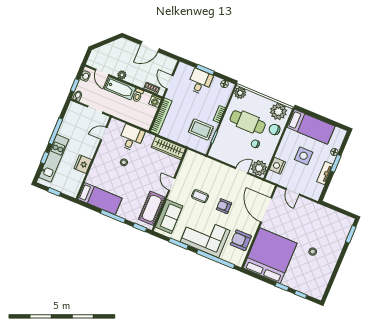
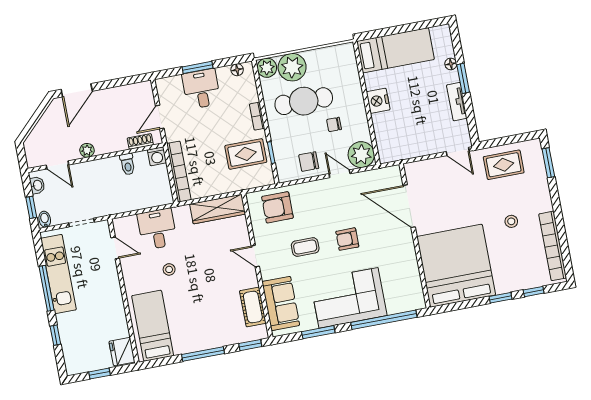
door: (150, 47) -> (77, 90), moved
door: (170, 82) -> (160, 117), hinge flipped
bathtub: (120, 88) -> (97, 171), removed
plant: (278, 112) -> (292, 67), moved
chair: (274, 129) -> (309, 162), moved
door: (104, 134) -> (115, 248), swing flipped
side table: (304, 156) -> (412, 97), removed
kitchen unit: (54, 158) -> (58, 274), moved
fridge: (83, 164) -> (122, 352), moved
nightstand: (277, 166) -> (378, 101), moved
door: (242, 171) -> (340, 174), hinge flipped
door: (293, 192) -> (458, 151), moved
bed: (100, 199) -> (153, 326), moved, turned -90
cot: (152, 208) -> (253, 307), width x0.73, depth x0.75
rug: (328, 220) -> (504, 165), added
armchair: (241, 240) -> (277, 207), moved
bookcase: (325, 278) -> (553, 246), added

